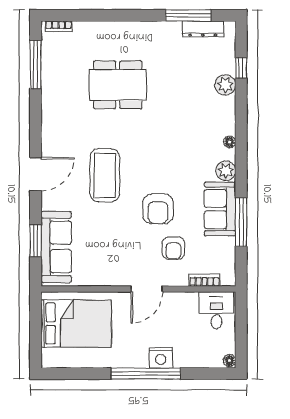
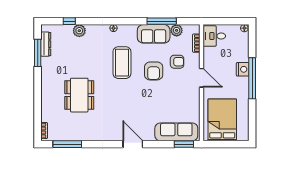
plant: (226, 171) -> (177, 30), moved
coffee table: (105, 175) -> (122, 63), moved, turned 90
armchair: (158, 209) -> (154, 71), turned 90
window: (36, 241) -> (184, 144), moved

